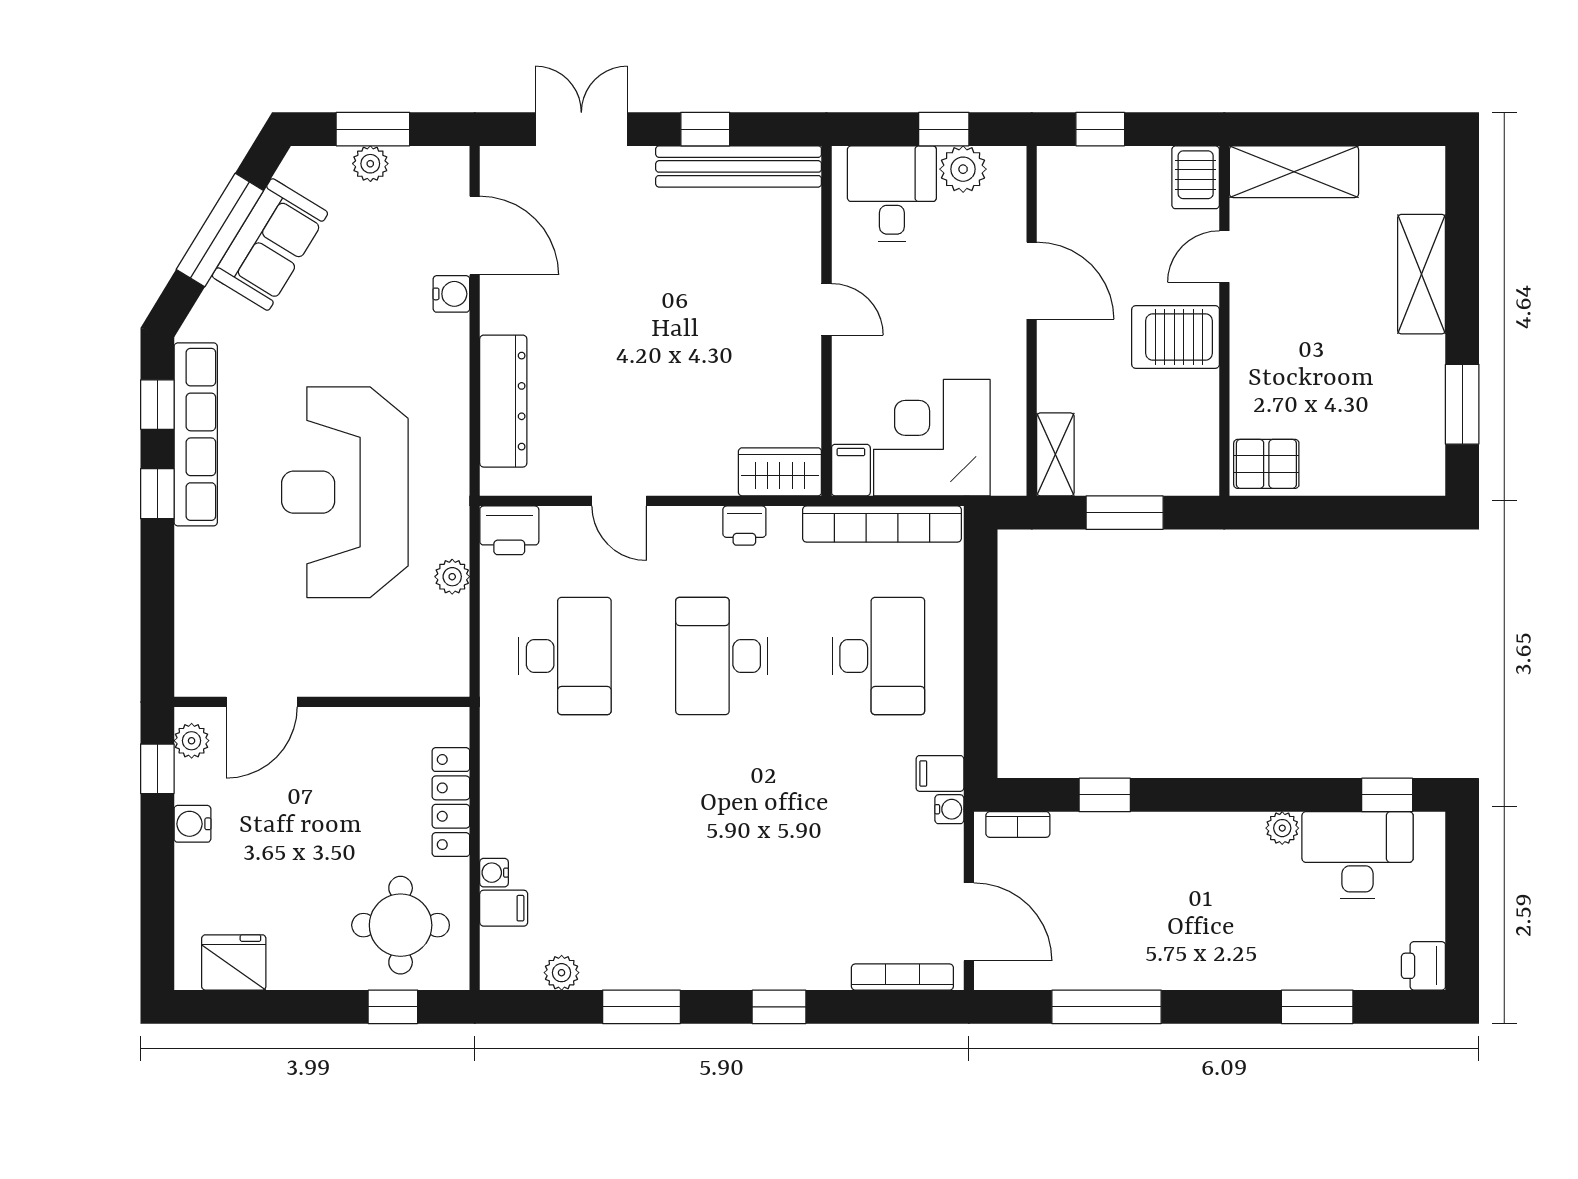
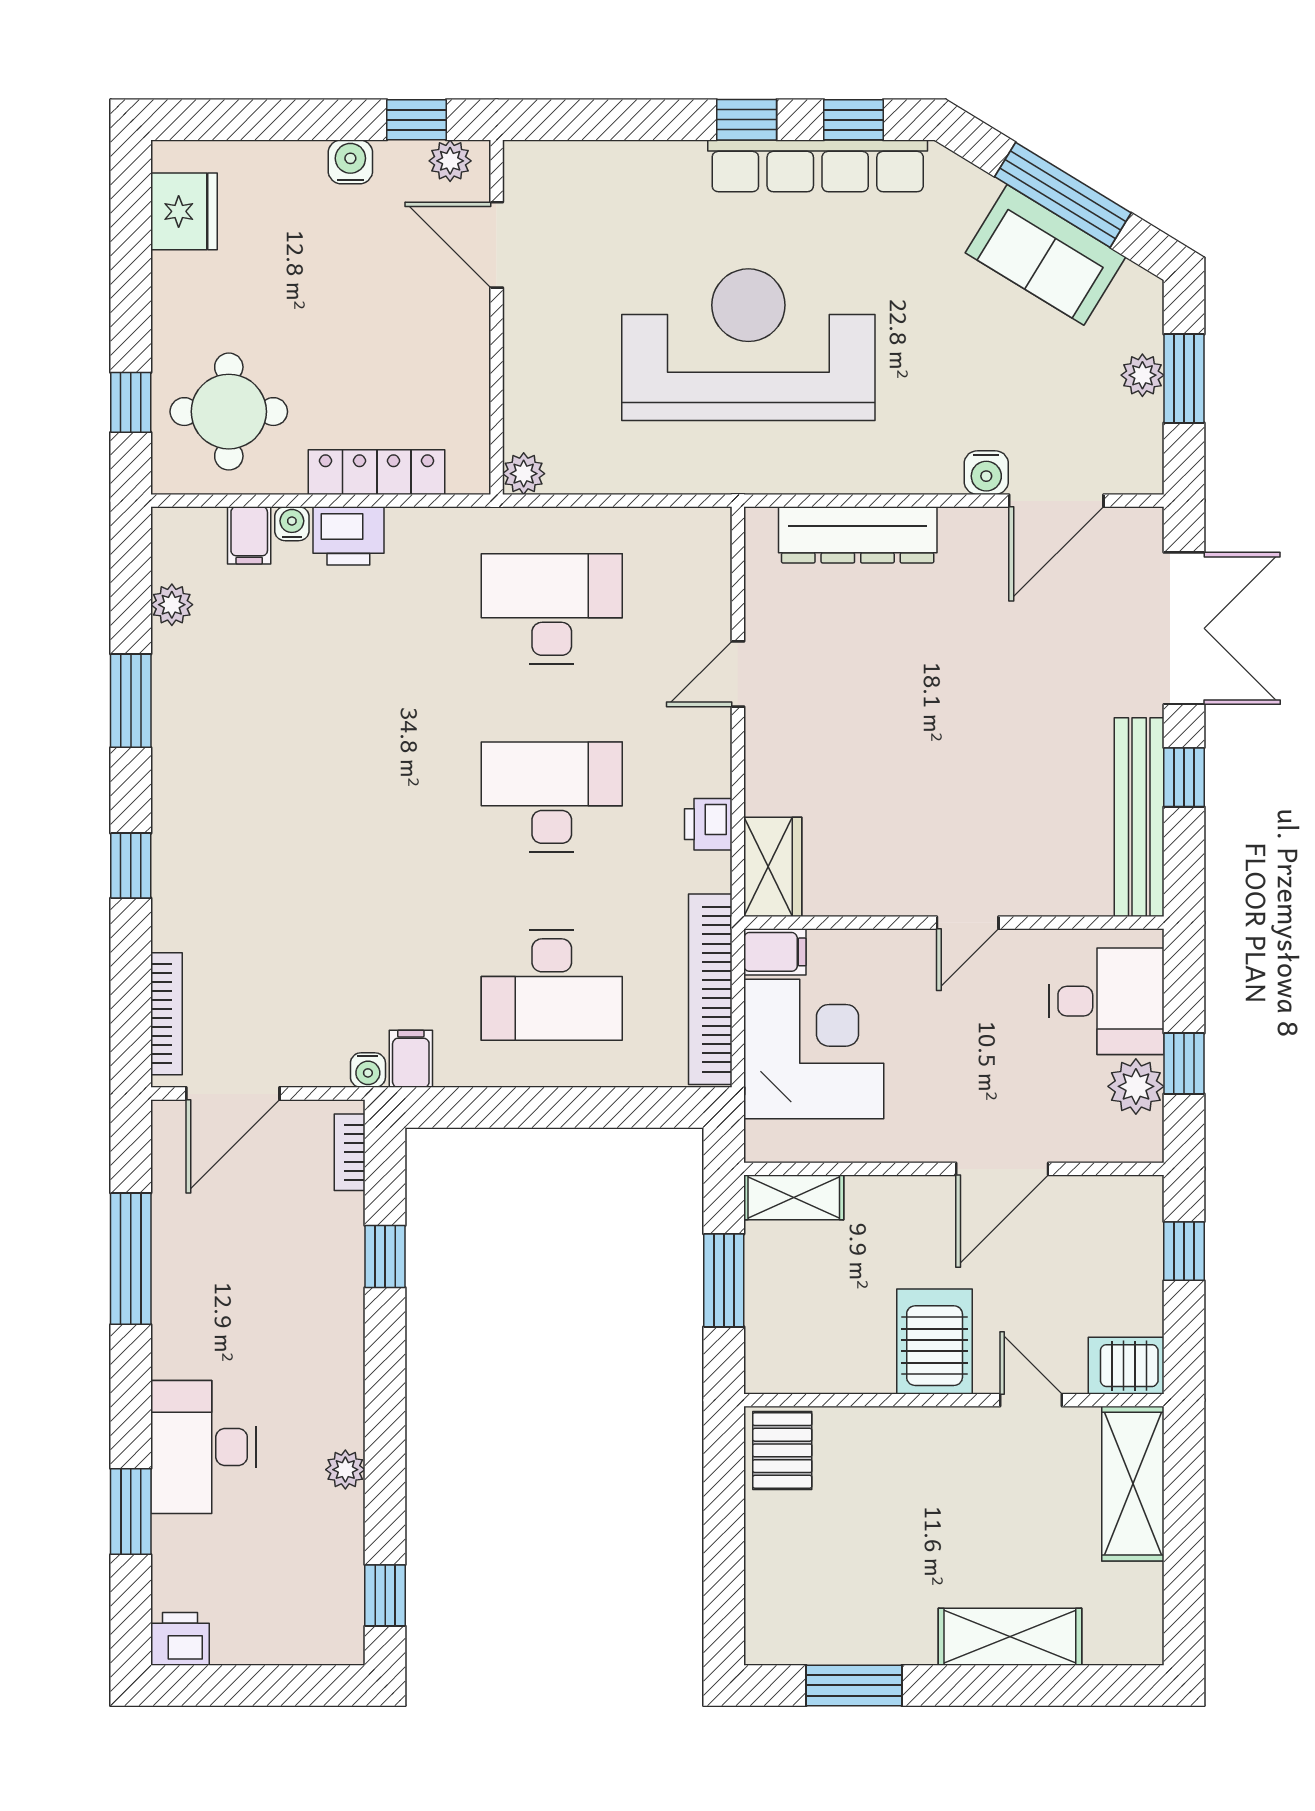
double door: (581, 129) -> (1184, 628), width x1.37
printer: (509, 530) -> (348, 536), moved, turned -90
plant: (452, 577) -> (524, 474), moved
desk: (565, 656) -> (552, 609), turned 180
desk: (1358, 855) -> (203, 1447), moved, turned 180

